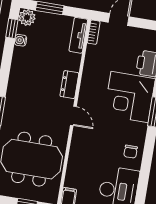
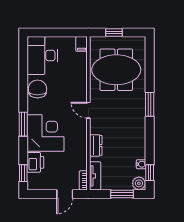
dresser: (69, 85) -> (96, 145), moved
chair: (131, 152) -> (37, 89), width x1.87, depth x1.87

